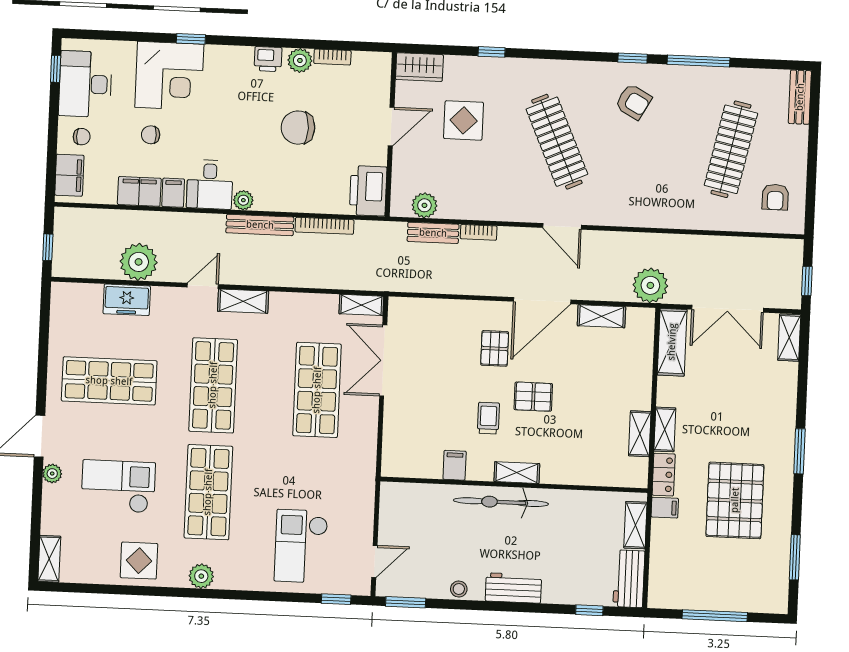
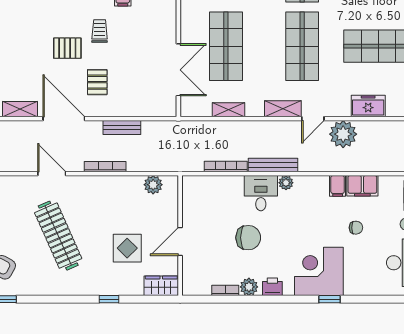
corner desk: (169, 76) -> (319, 271), moved
desk: (210, 184) -> (261, 193), moved
printer: (368, 191) -> (195, 194), removed
bookcase: (479, 232) -> (105, 167), width x1.56
bench: (433, 233) -> (122, 128), moved
plant: (139, 262) -> (343, 134), moved
door: (542, 301) -> (64, 119), hinge flipped
shelving: (361, 305) -> (228, 110), moved
trolley: (488, 418) -> (100, 31), turned 180

